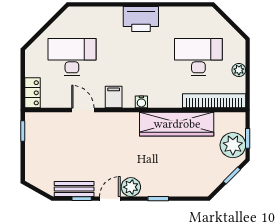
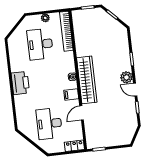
wardrobe: (177, 124) -> (87, 80), moved
plant: (233, 145) -> (93, 16), removed
bench: (74, 189) -> (132, 113), removed

